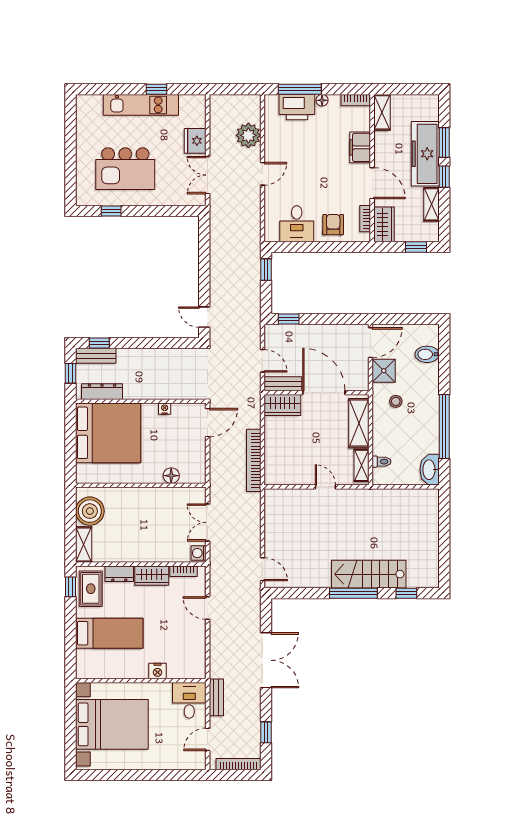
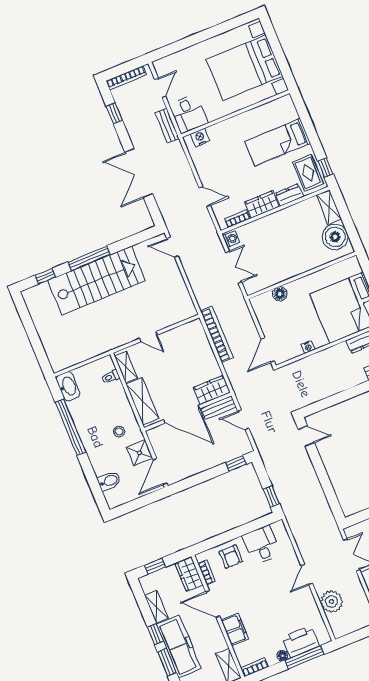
stairs: (369, 574) -> (96, 281), width x1.36, depth x1.51
nightstand: (158, 671) -> (200, 138), moved

